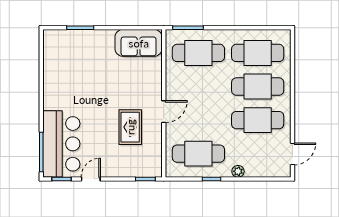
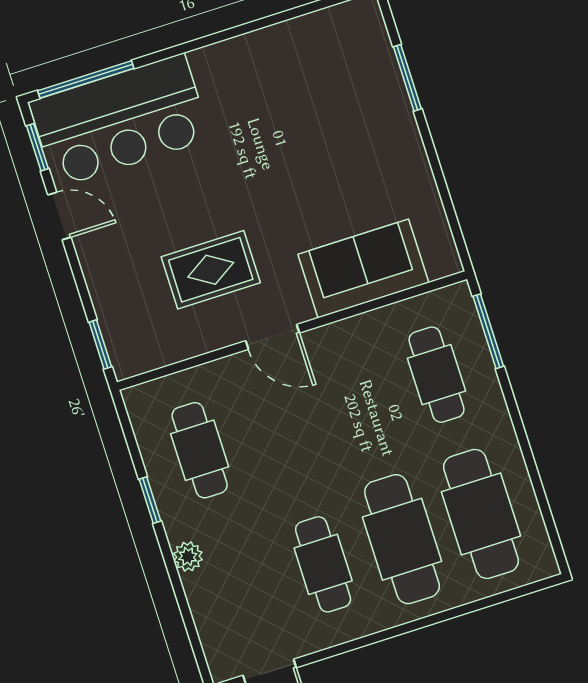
sofa: (139, 43) -> (363, 269), moved, turned 90
cafe table: (198, 53) -> (437, 375), width x0.73, depth x0.74
cafe table: (258, 120) -> (323, 564), width x0.73, depth x0.74
cafe table: (198, 154) -> (200, 450), width x0.73, depth x0.74

